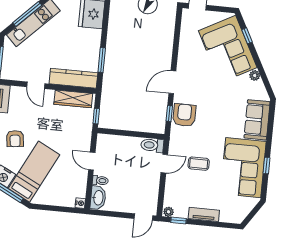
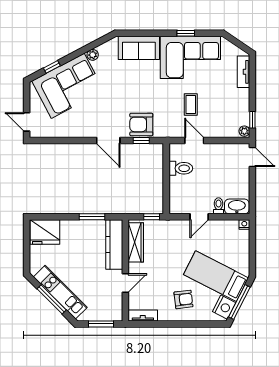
toilet: (152, 145) -> (181, 168), moved, turned -90
tv unit: (204, 214) -> (243, 72), moved

